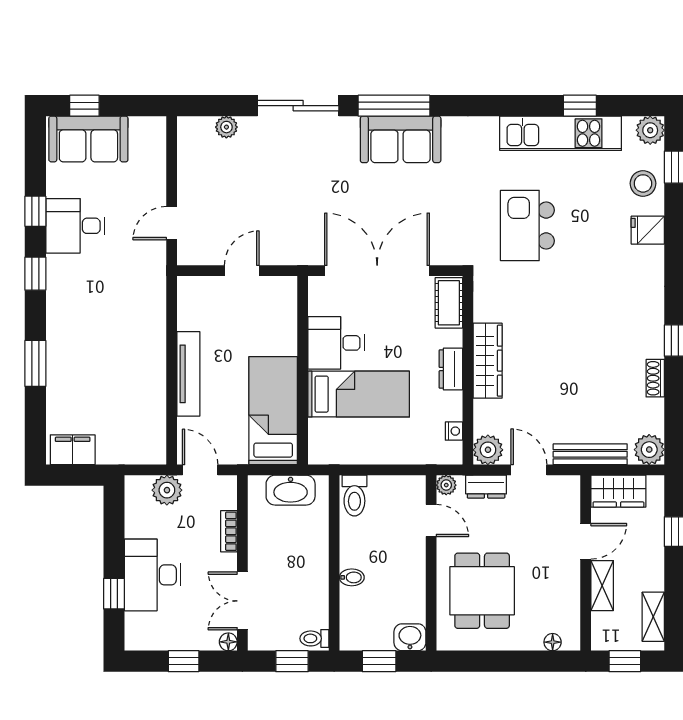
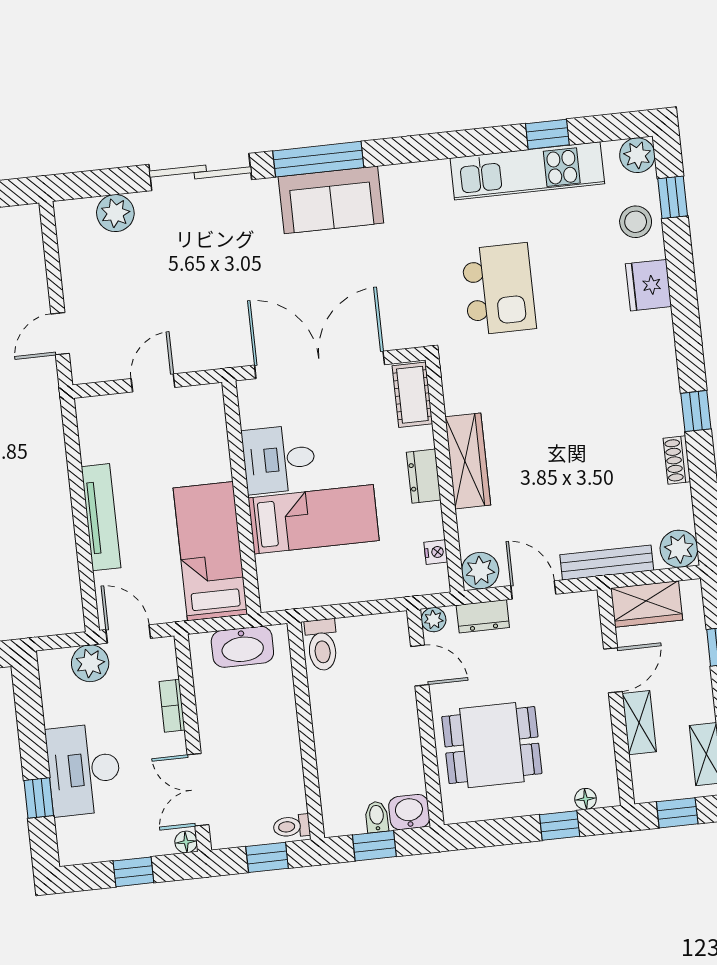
plant: (226, 127) -> (115, 213), width x1.38, depth x1.38
kitchen island: (527, 226) -> (499, 289), turned 180
fridge: (648, 230) -> (648, 285), width x1.38
bidet: (352, 577) -> (377, 817), moved, turned -90
dining table: (482, 591) -> (492, 745), turned 90
window: (529, 661) -> (560, 826), added

